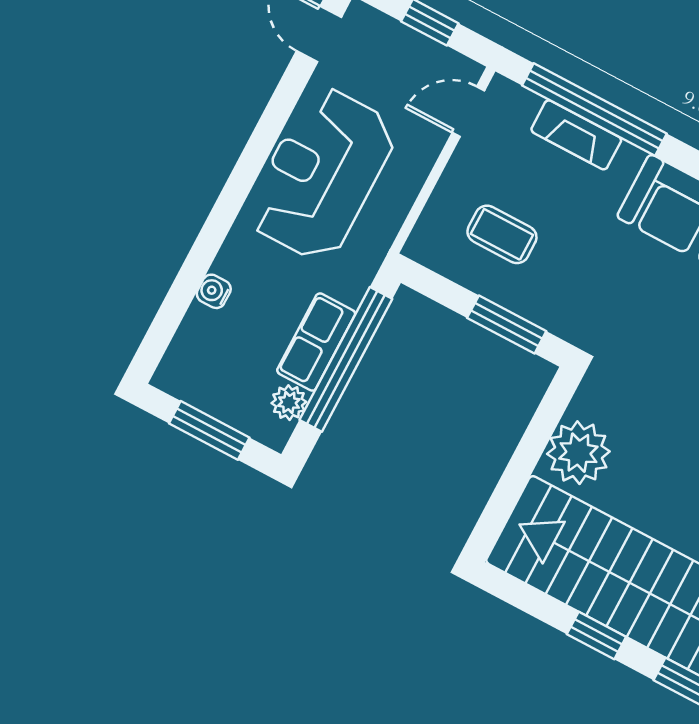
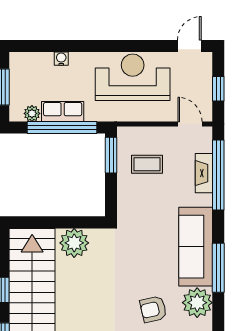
coffee table: (502, 234) -> (147, 164), turned 90
window: (507, 325) -> (111, 155), moved

